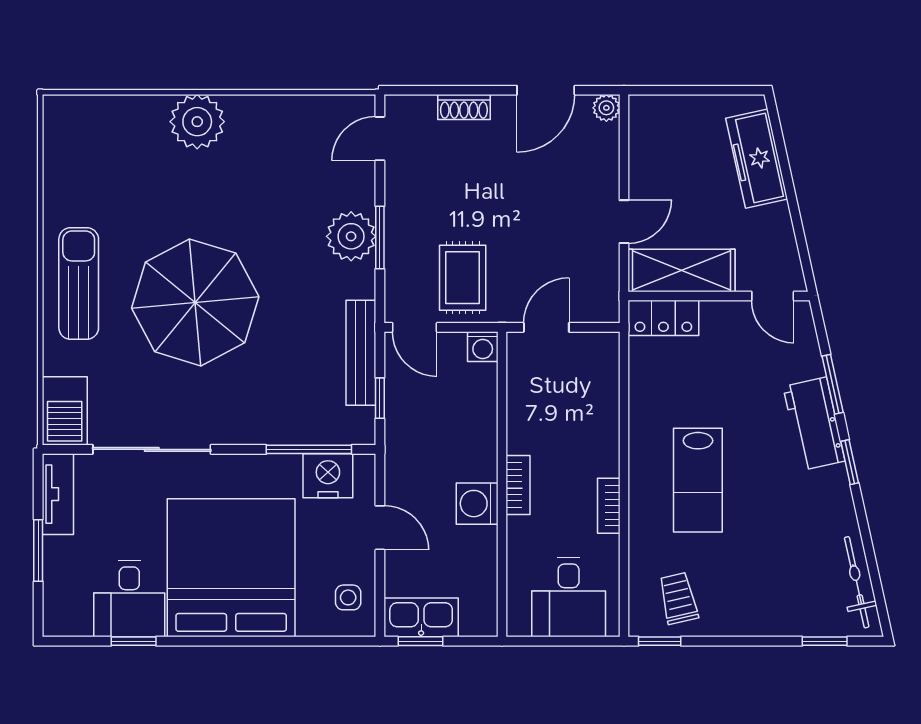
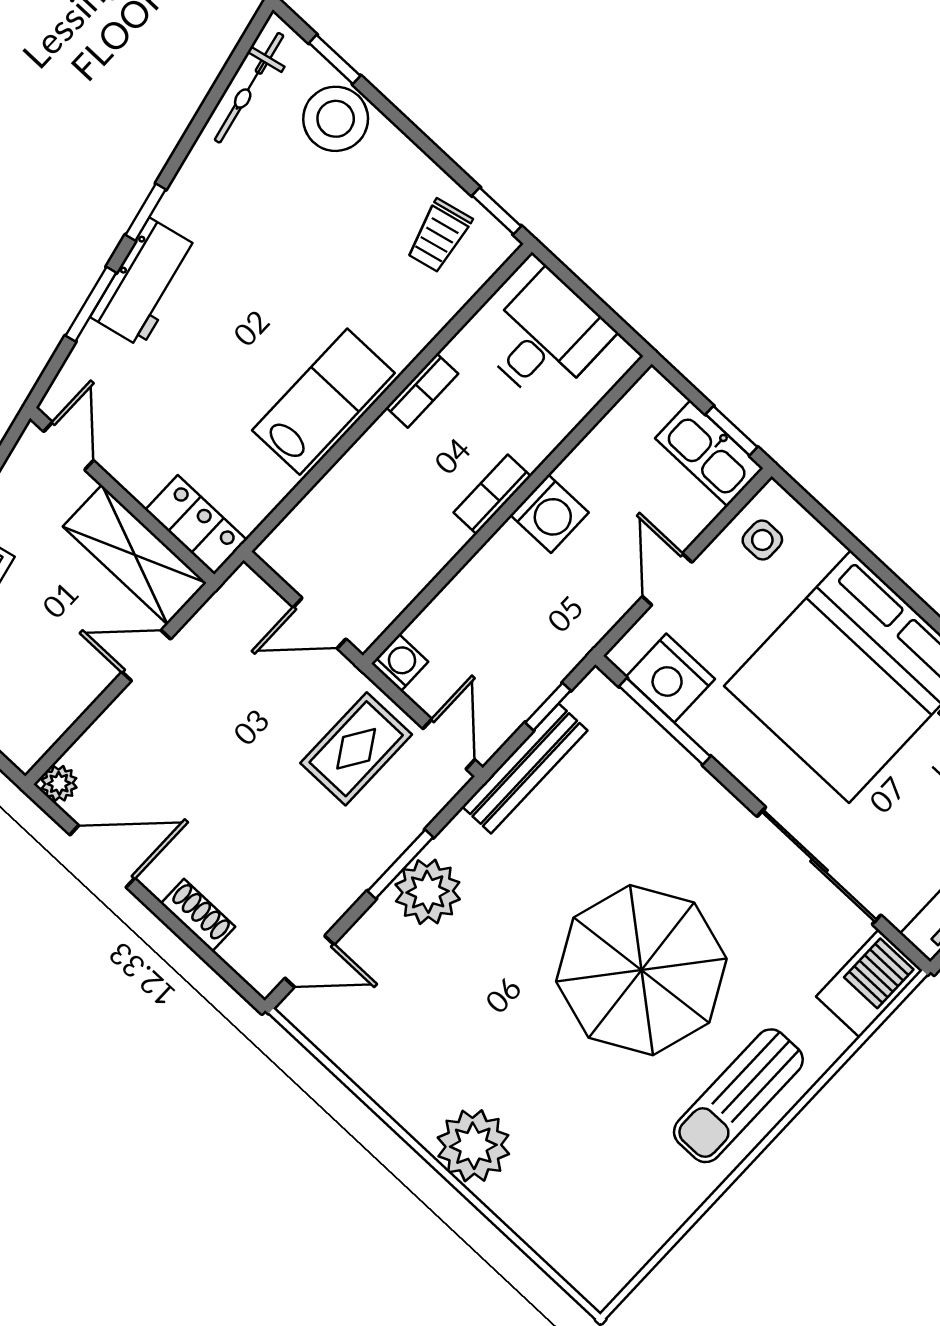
lab bench: (698, 480) -> (323, 402), moved
stool: (794, 609) -> (336, 119), added

